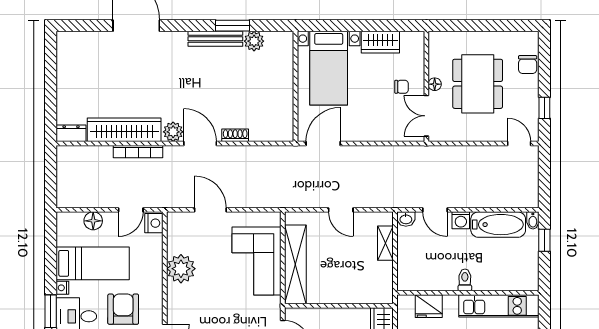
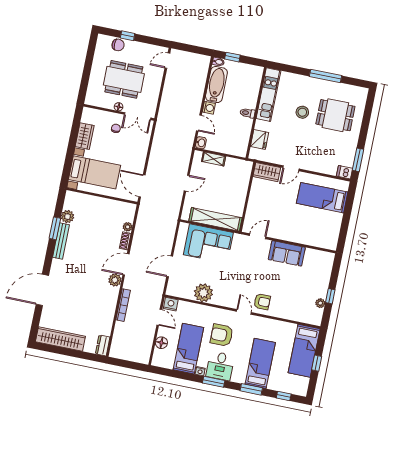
window: (544, 108) -> (128, 36), moved
wardrobe: (124, 130) -> (60, 339), moved, turned 90
plant: (257, 135) -> (128, 227), added
door: (435, 210) -> (199, 123), hinge flipped

